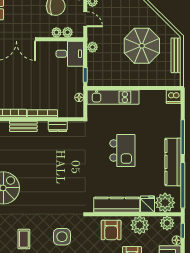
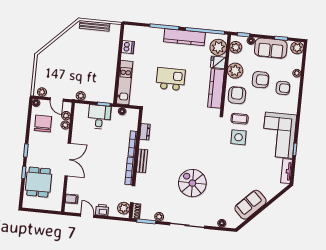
door: (85, 19) -> (57, 99), swing flipped
parasol: (142, 46) -> (84, 54), removed
desk: (70, 54) -> (99, 117), moved
dishwasher: (174, 97) -> (128, 47), moved
armchair: (111, 230) -> (237, 95), turned -90
coffee table: (24, 239) -> (240, 119), moved

